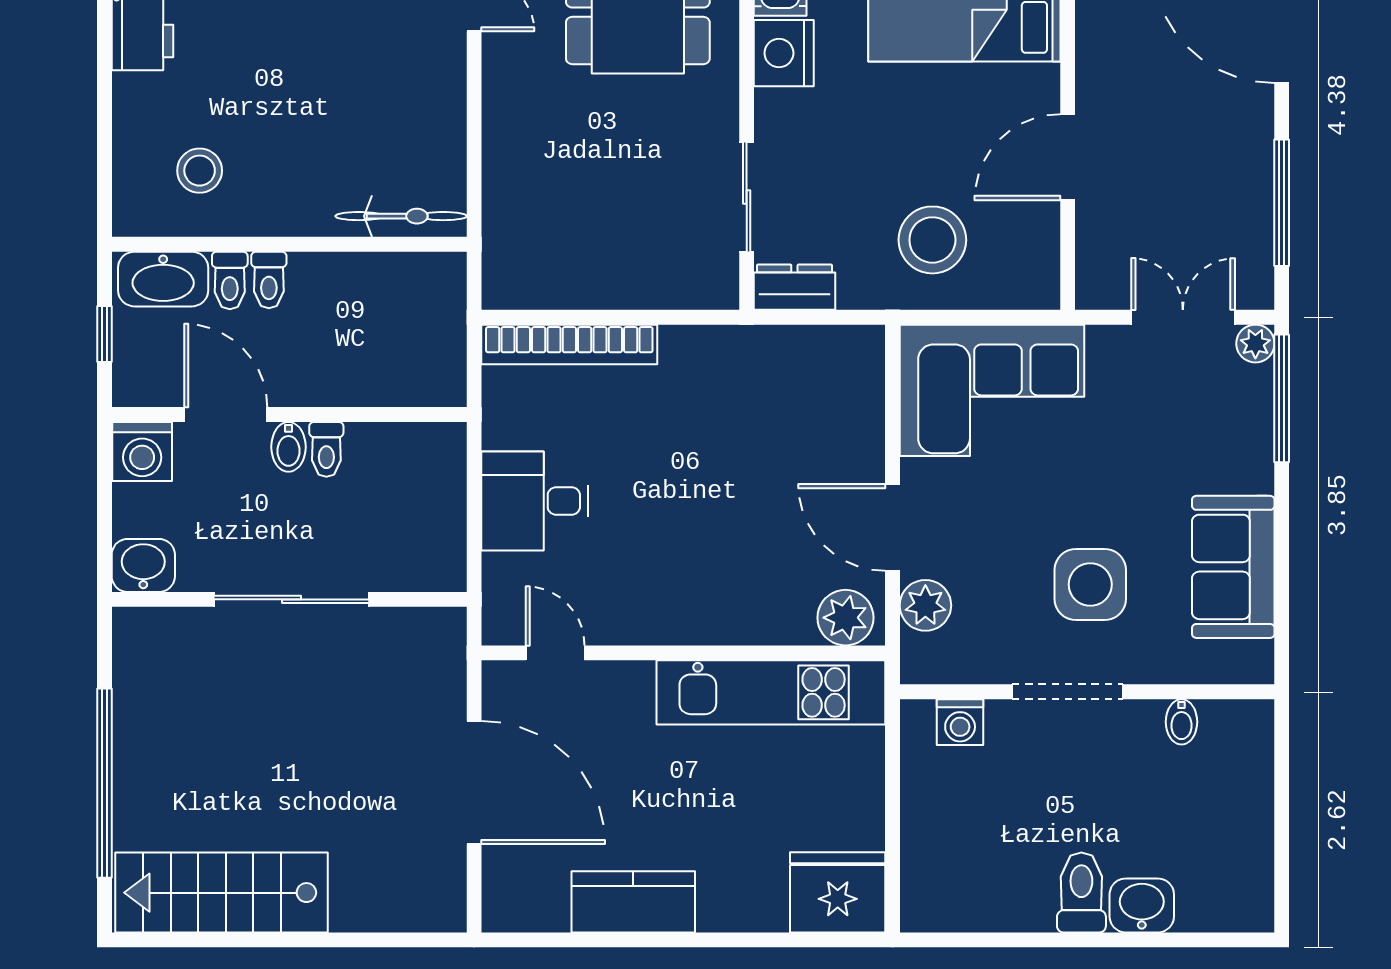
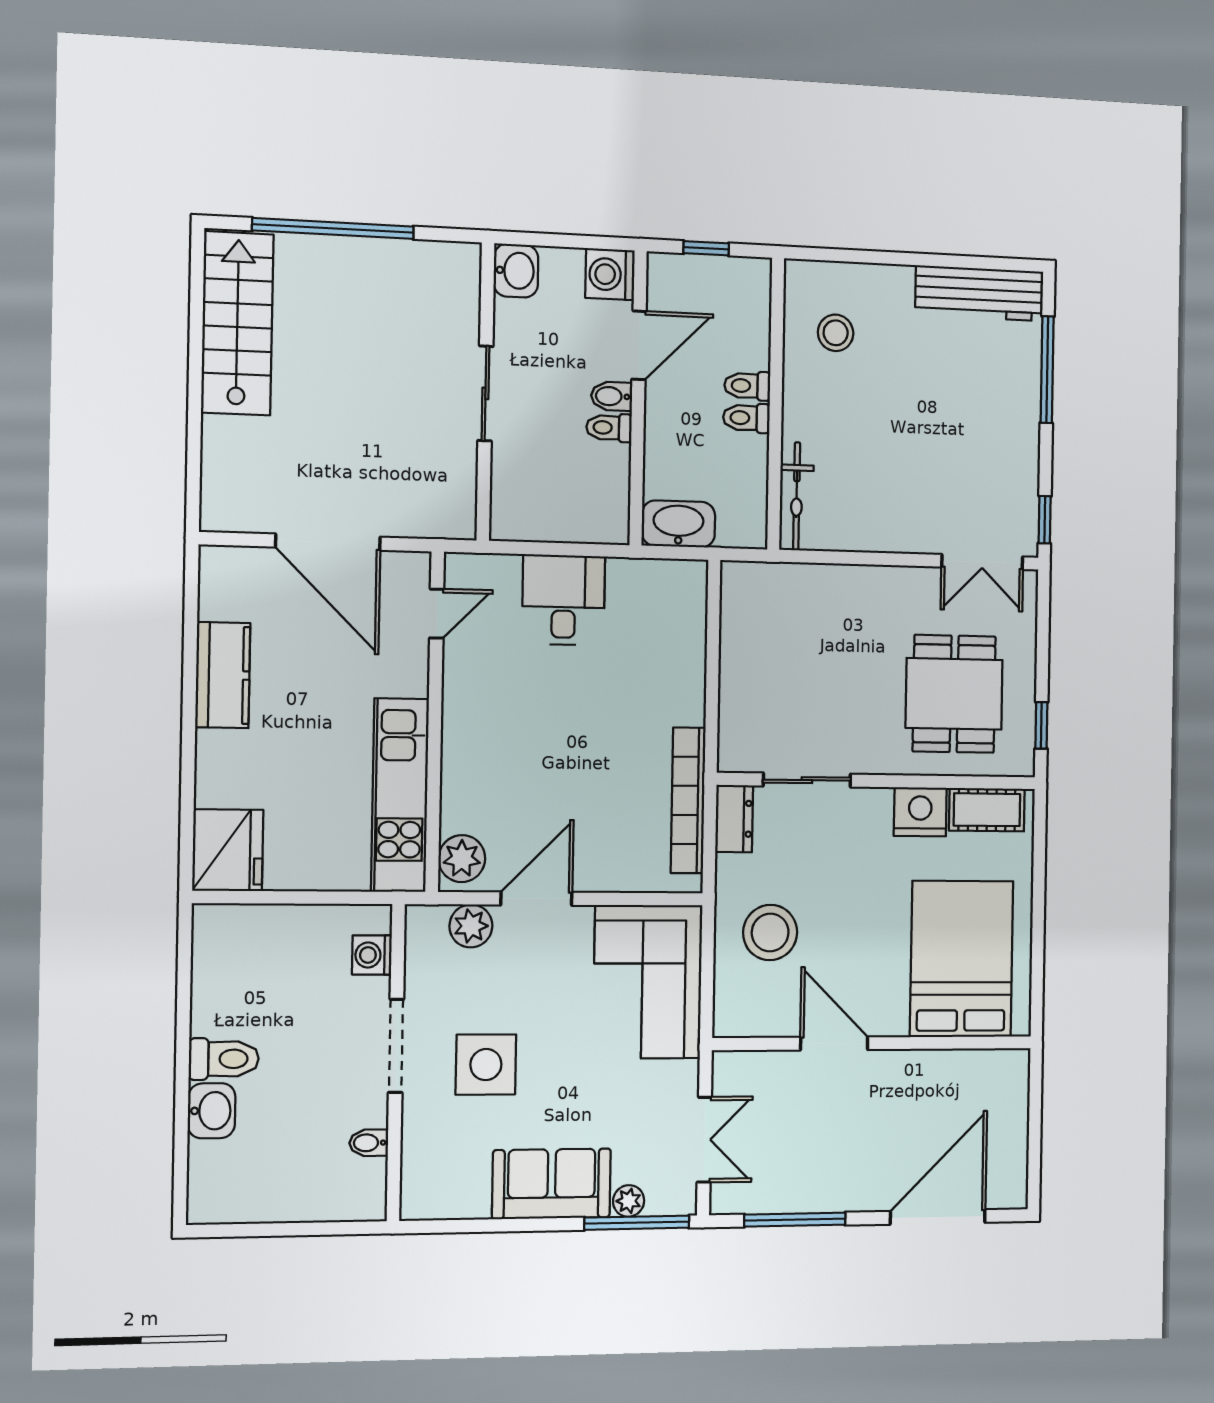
washbasin: (163, 279) -> (678, 524), moved, turned 90
toilet: (230, 280) -> (746, 418), moved
bookcase: (569, 344) -> (688, 800), moved
plant: (1255, 344) -> (629, 1201), moved
sofa: (1233, 567) -> (551, 1184), moved
sliding door: (291, 599) -> (485, 393), width x0.73
door: (474, 782) -> (328, 542), hinge flipped

